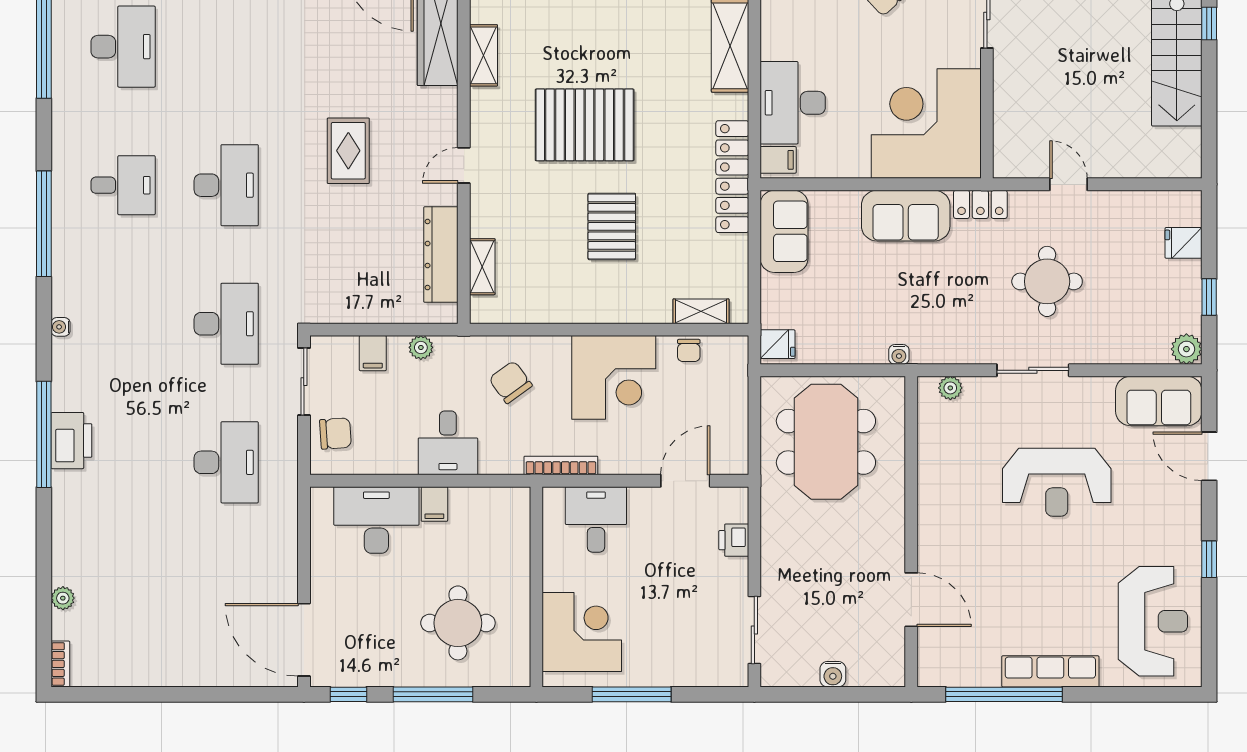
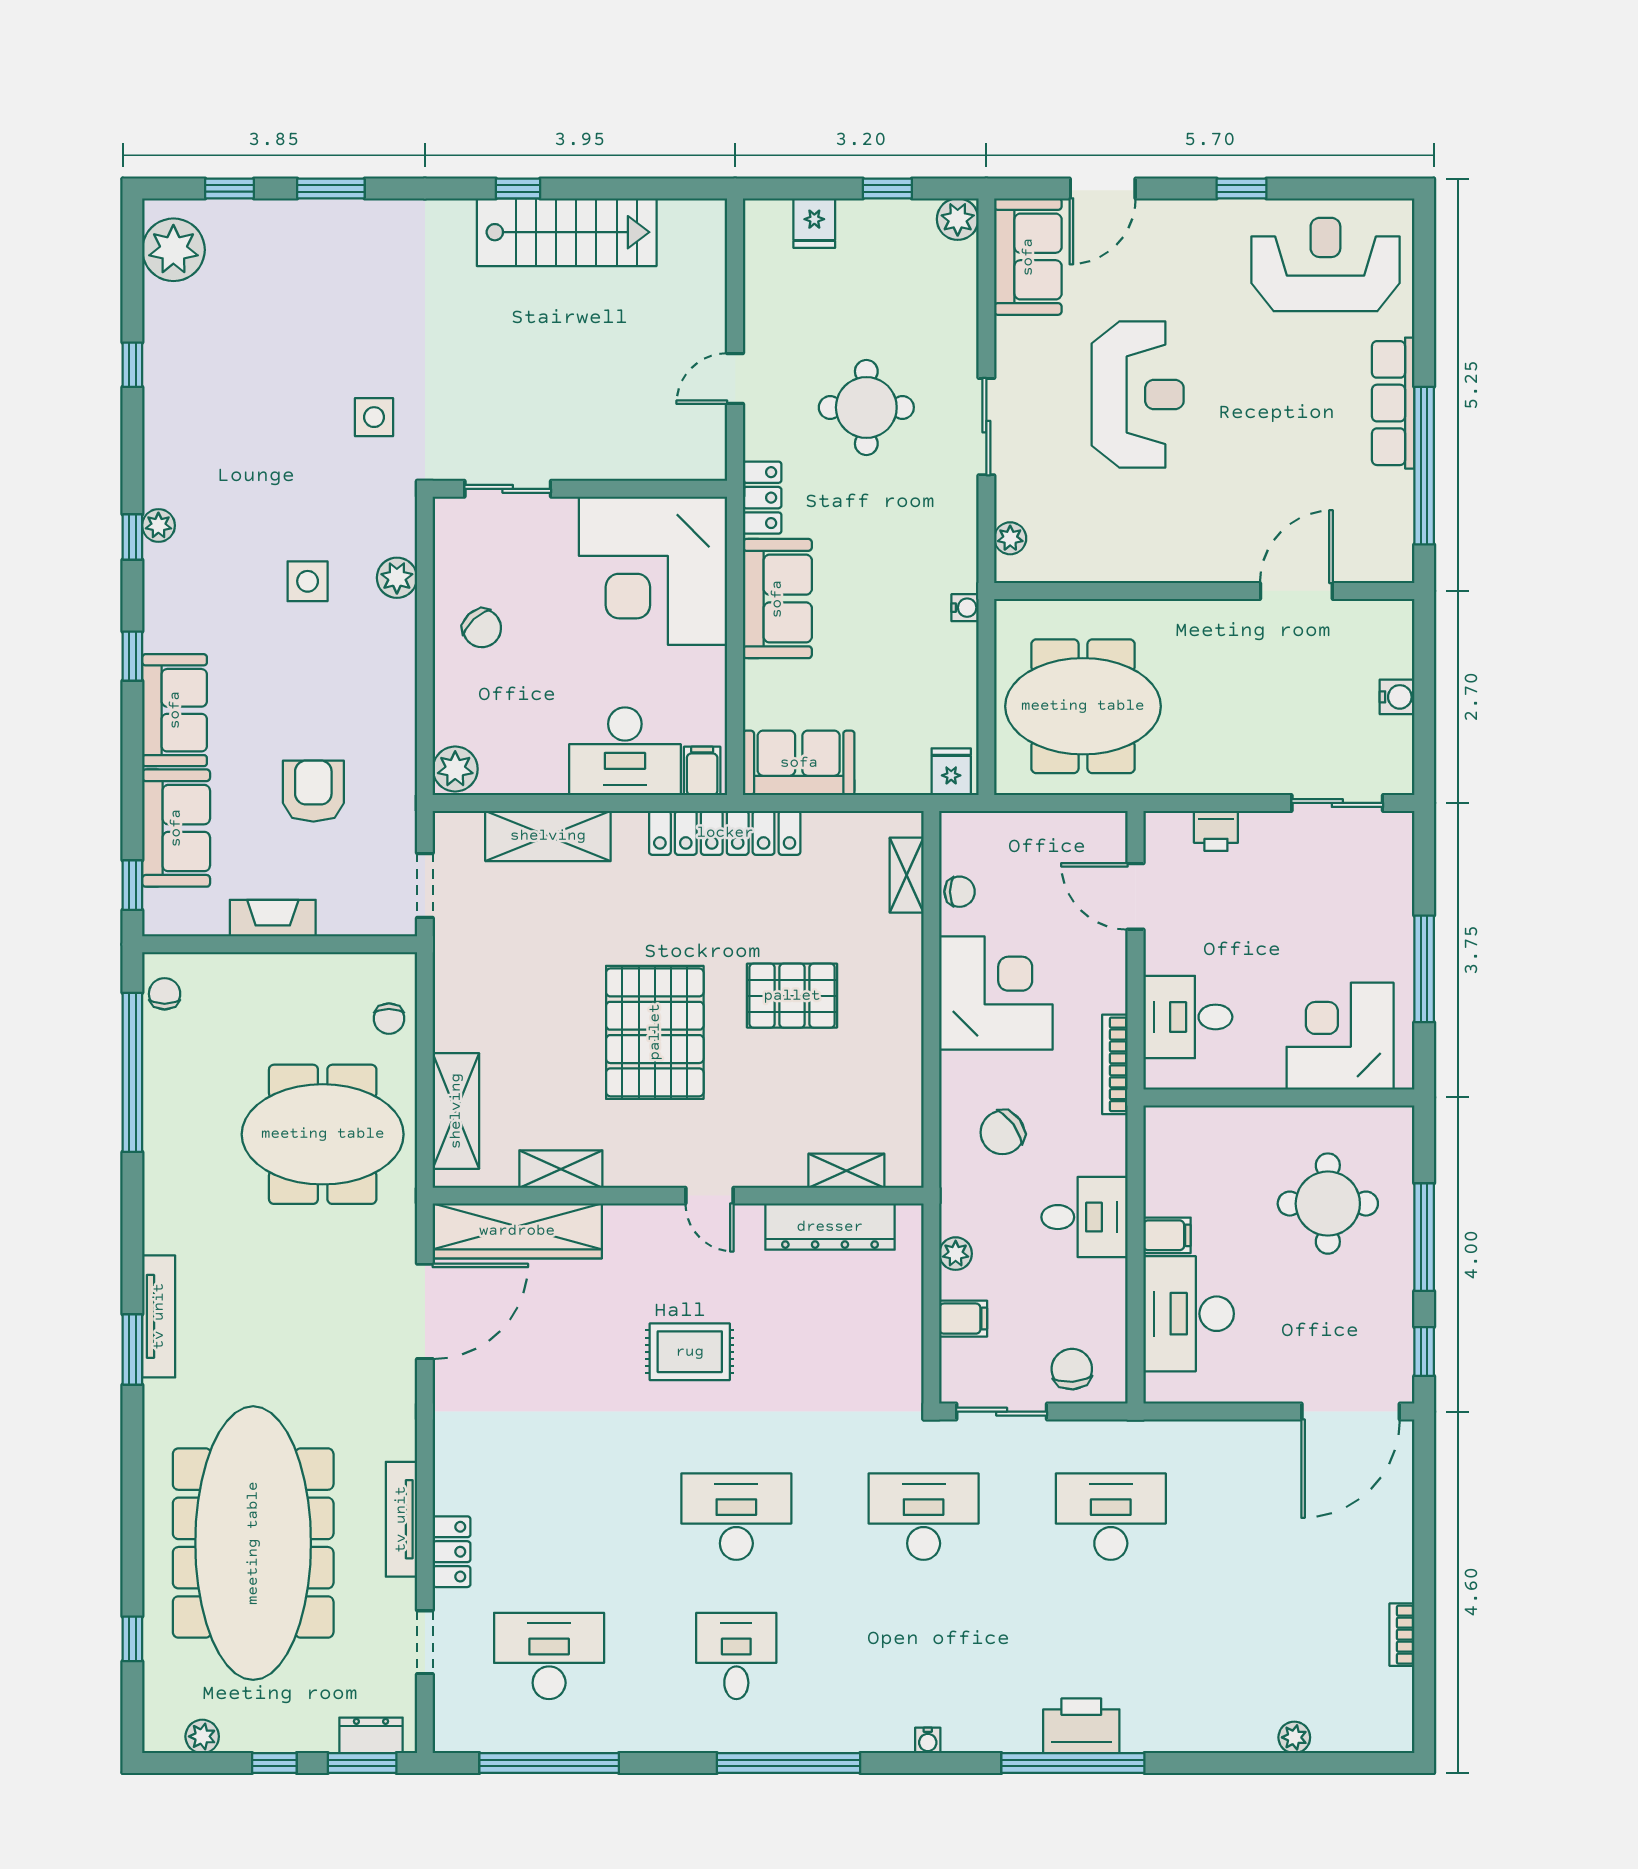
bookcase: (60, 664) -> (1402, 1635), moved, turned -90

